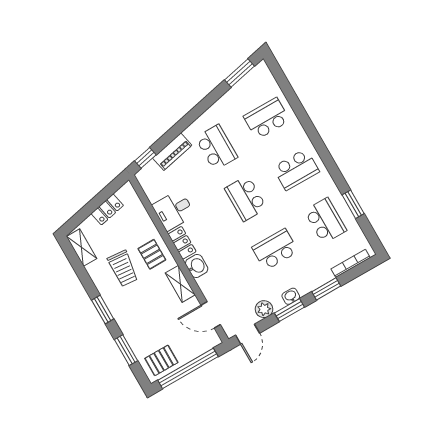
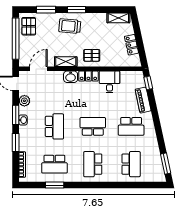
trolley: (123, 268) -> (70, 26), moved

